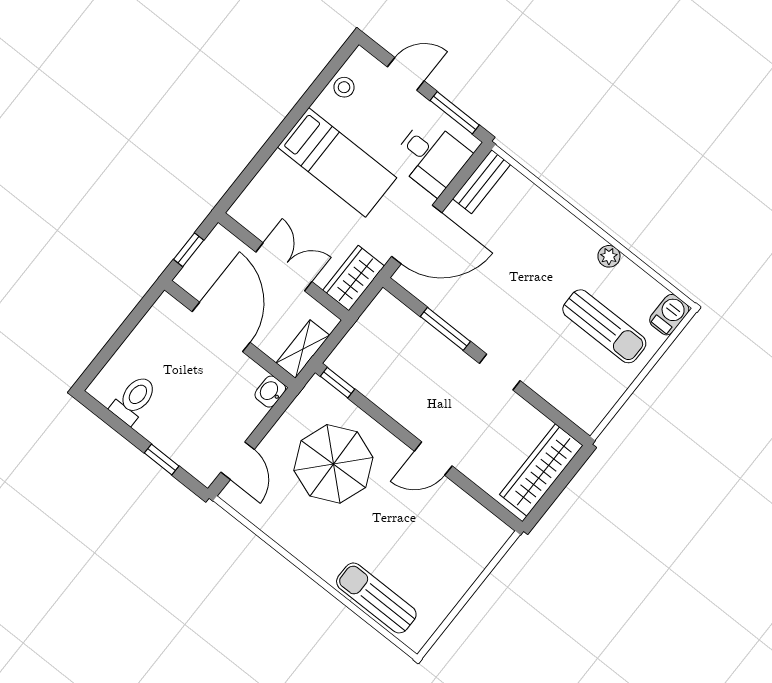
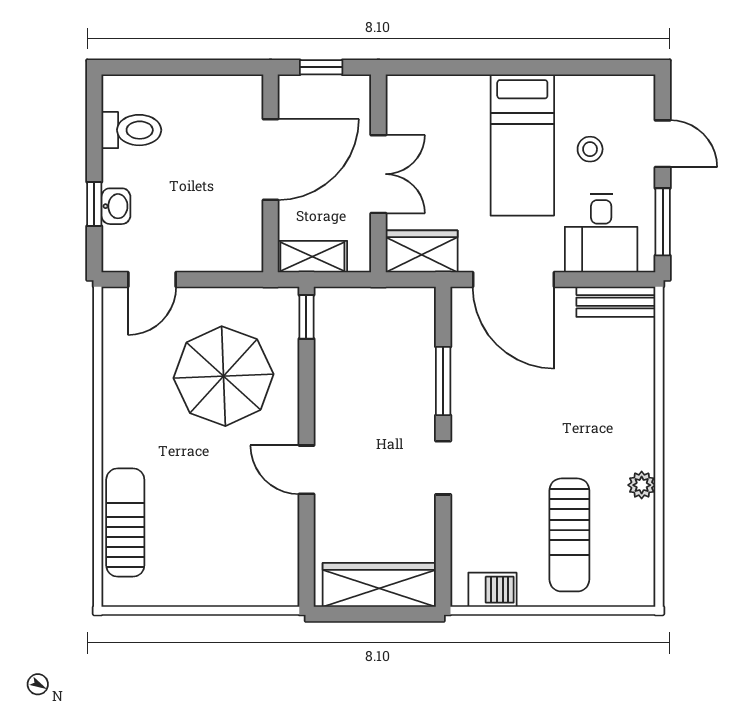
stool: (344, 87) -> (590, 149), moved
barbecue: (669, 315) -> (492, 590), moved
washbasin: (270, 392) -> (116, 206), moved, turned 90

